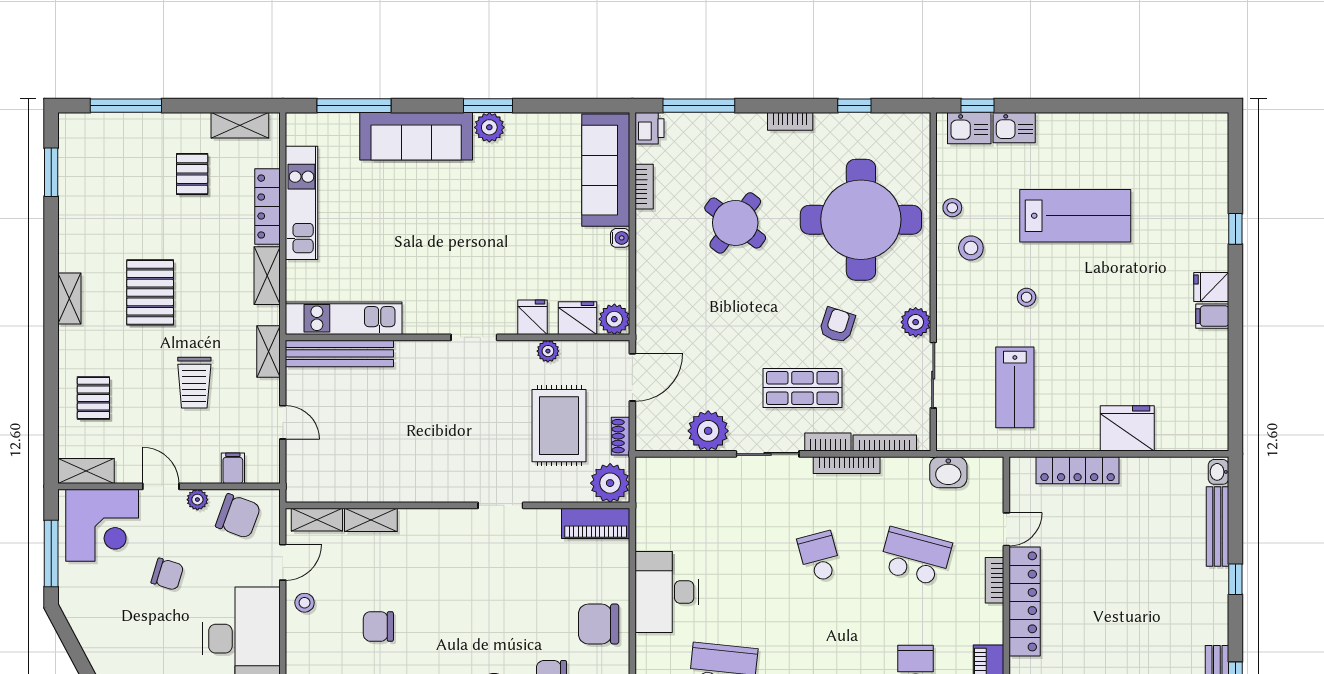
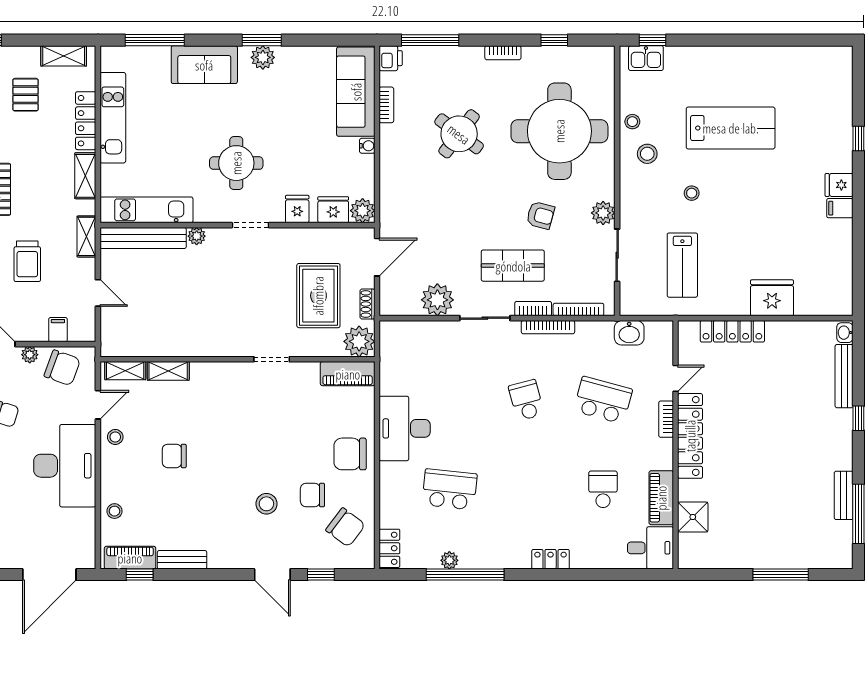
kitchen sink: (1014, 128) -> (682, 58), removed
sofa: (416, 136) -> (204, 65), width x0.73
round table: (456, 260) -> (236, 163), added
armchair: (837, 325) -> (540, 215), turned 87
plant: (548, 351) -> (197, 236), moved

